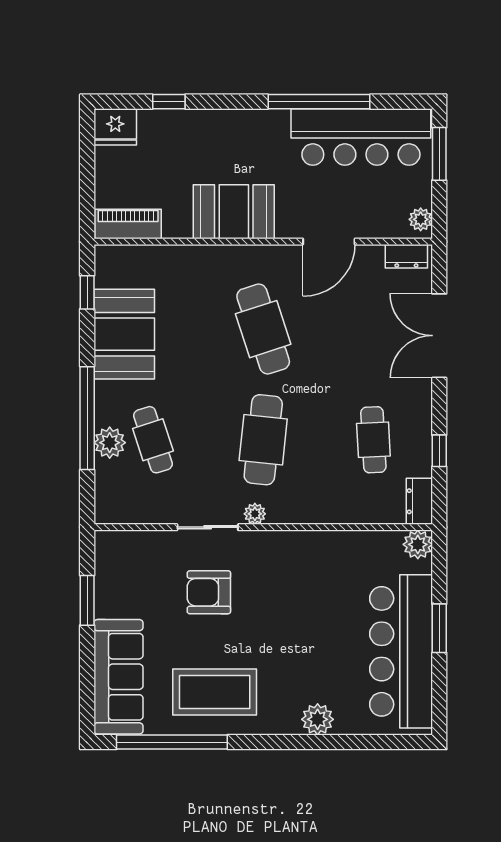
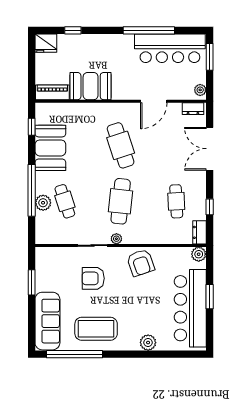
booth: (234, 212) -> (91, 86), moved
armchair: (303, 561) -> (141, 263), added

